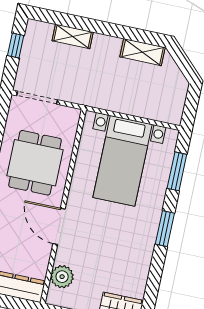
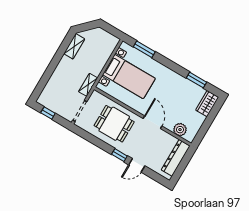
shelving: (73, 36) -> (88, 85), moved
door: (59, 226) -> (153, 122), swing flipped
window: (165, 229) -> (197, 80), moved

